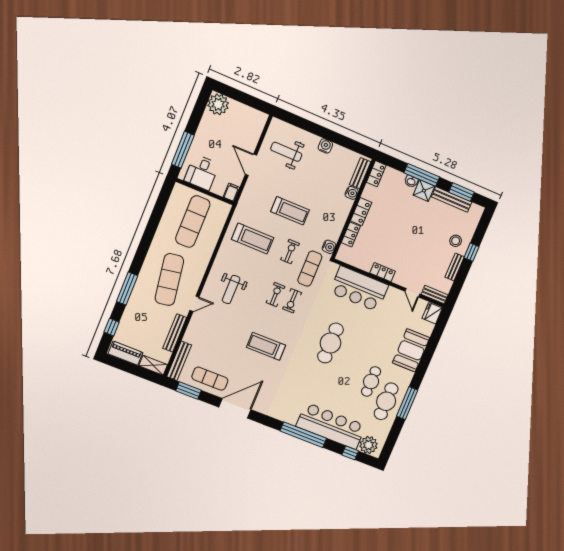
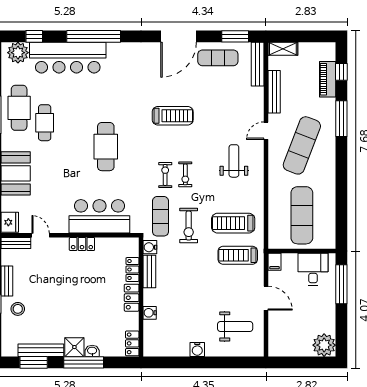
bench: (360, 173) -> (149, 272), moved
treadmill: (290, 211) -> (238, 255), moved
exercise bike: (290, 252) -> (189, 226), width x1.38, depth x1.39
exercise mat: (169, 280) -> (302, 145), turned 30
piano: (125, 353) -> (328, 79), moved, turned 90

